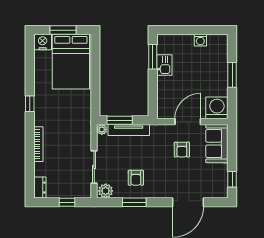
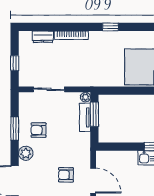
tv unit: (129, 130) -> (85, 117), width x0.71
dresser: (40, 188) -> (43, 37), moved
plant: (106, 191) -> (26, 153), moved

